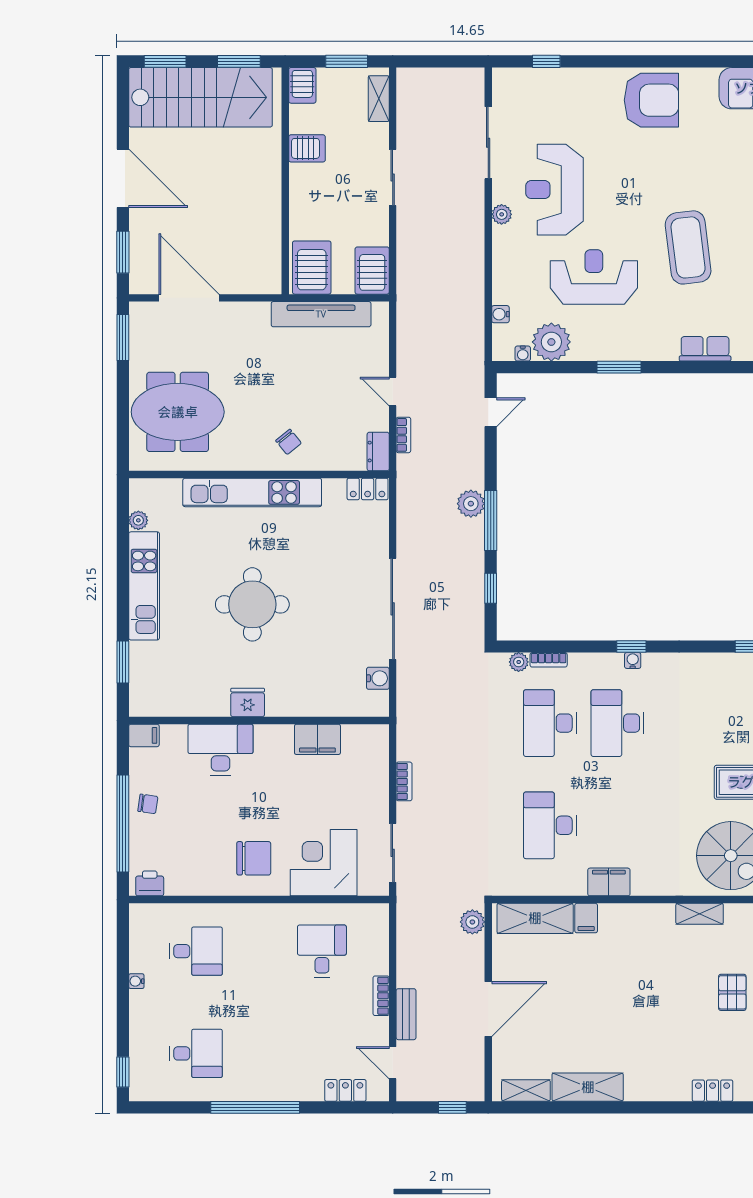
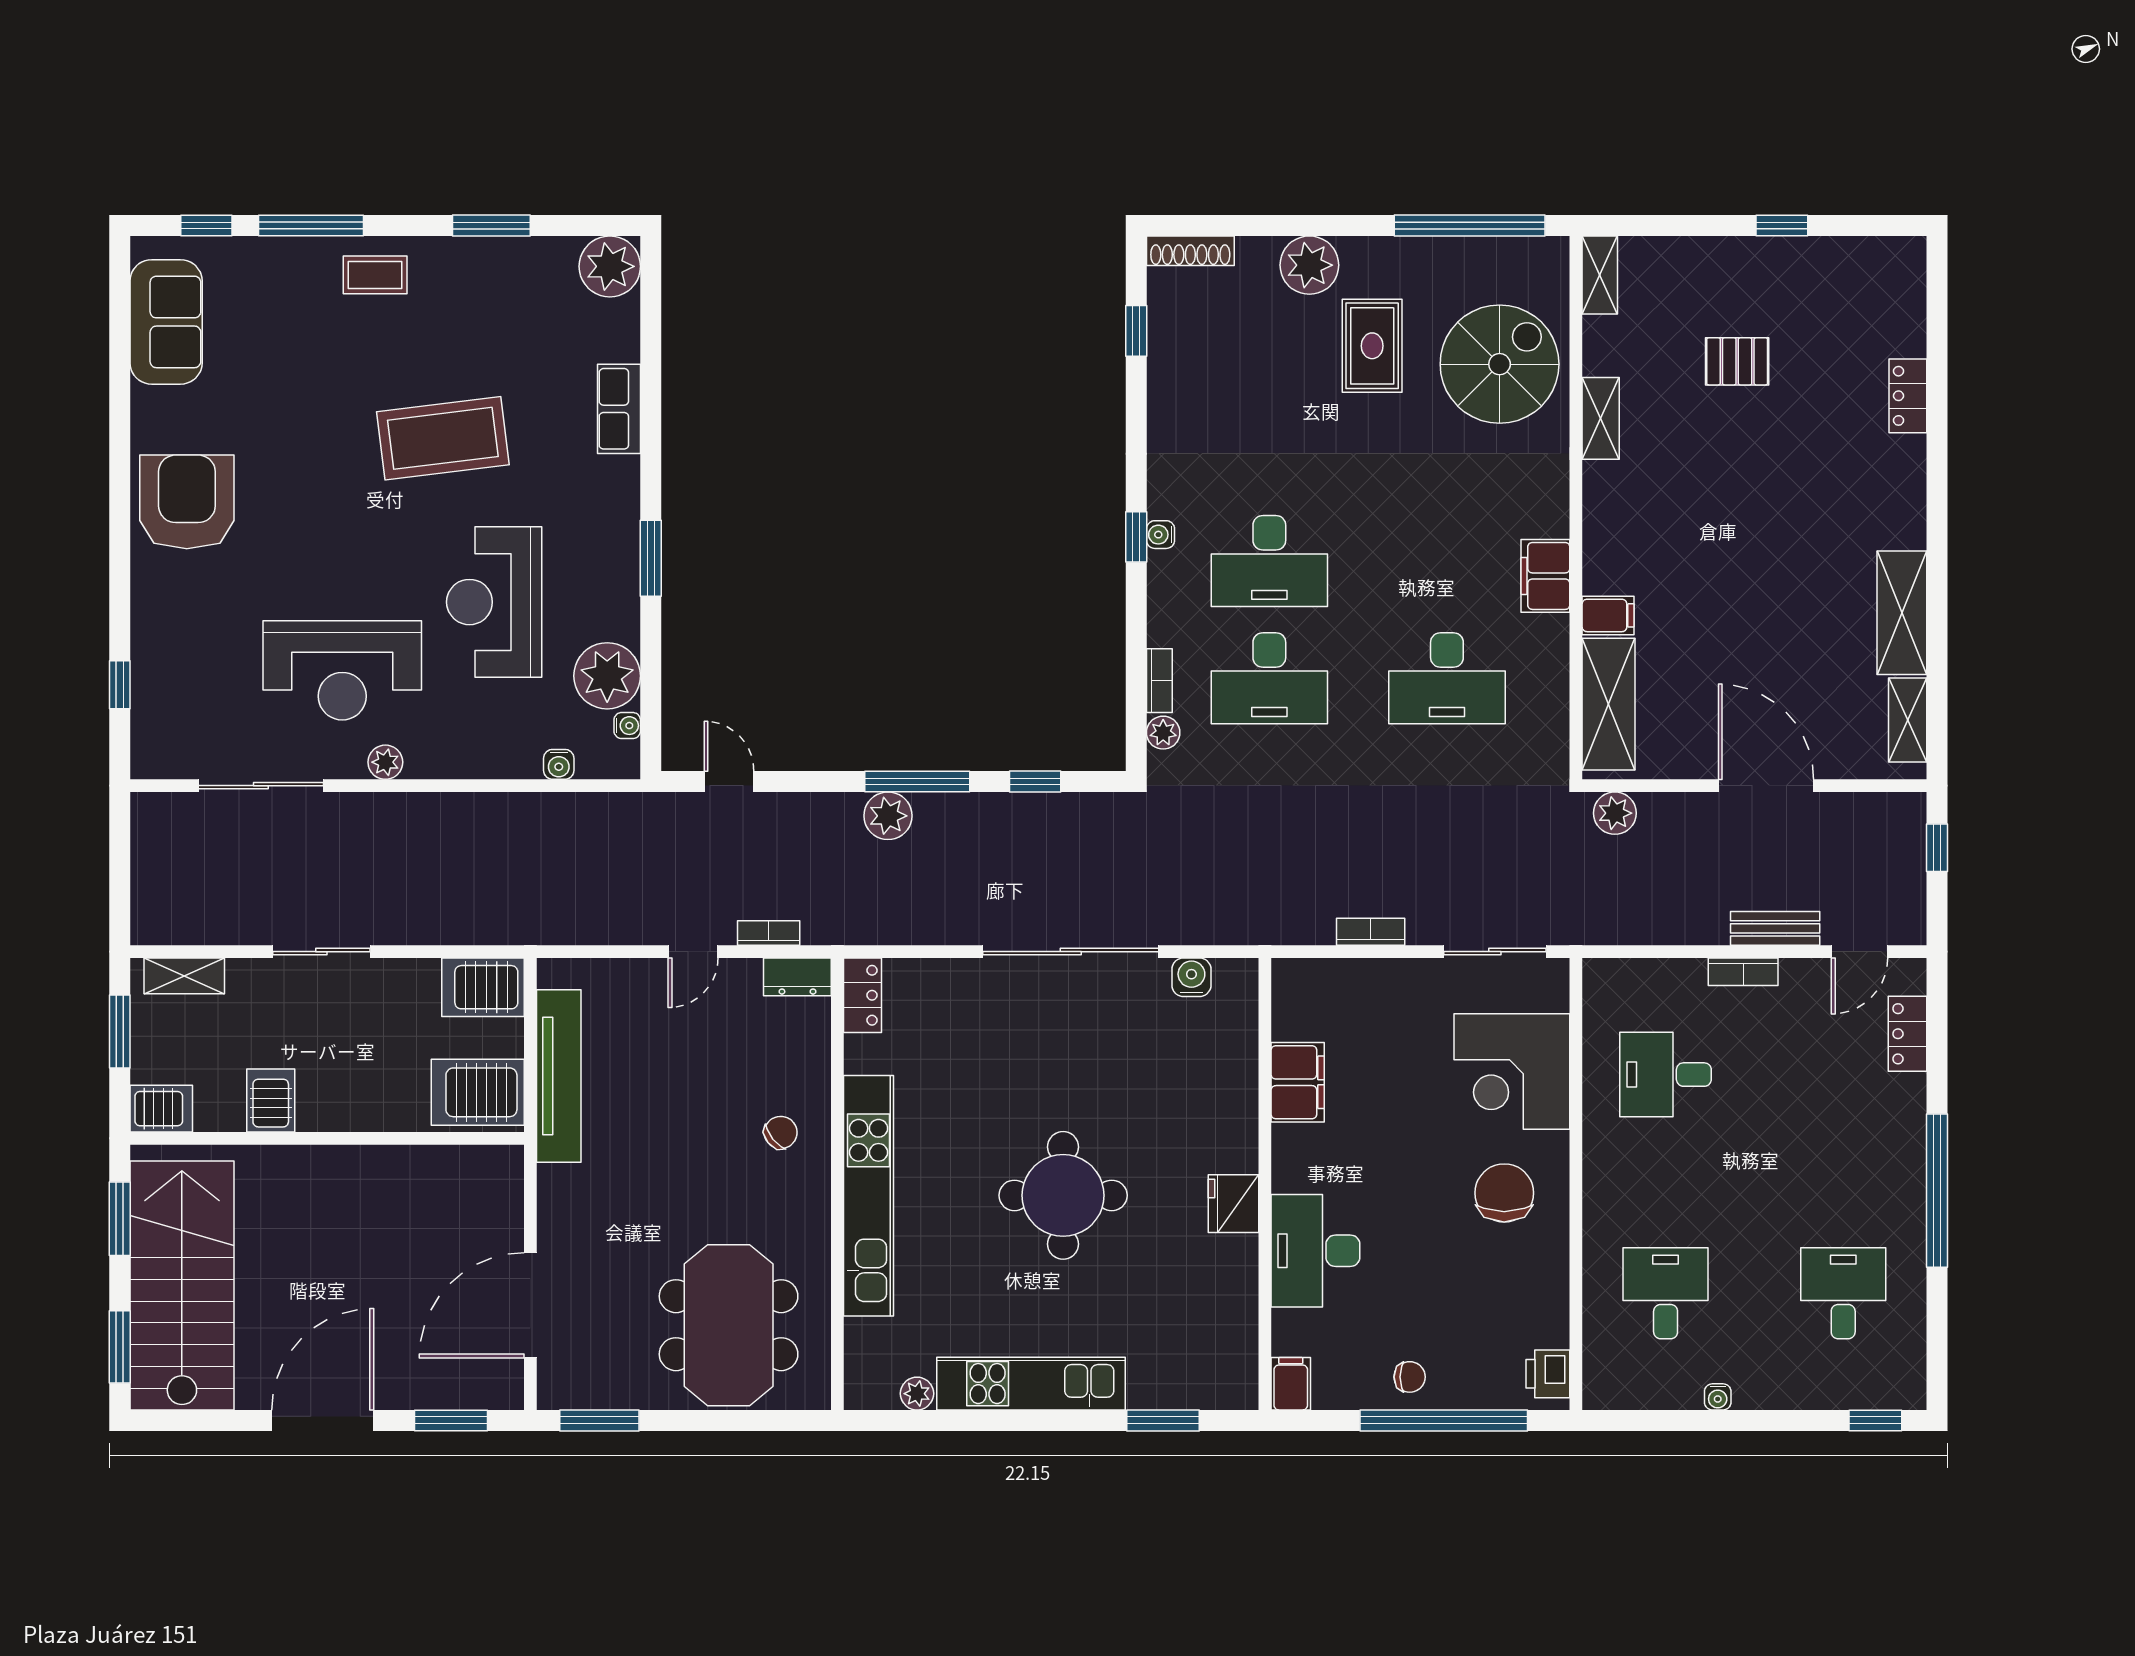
chair: (148, 804) -> (1410, 1377), turned 82

